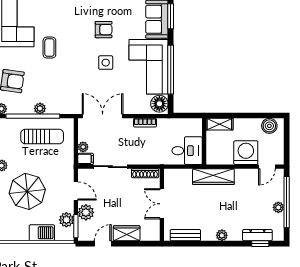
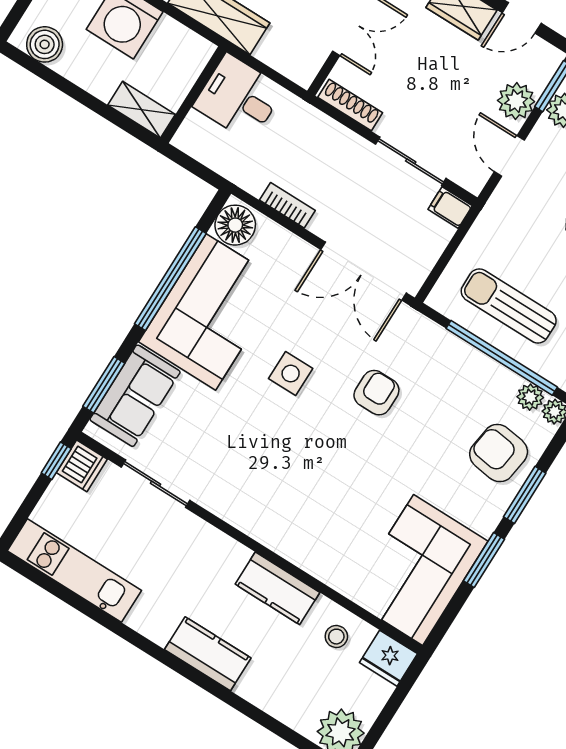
armchair: (104, 30) -> (376, 393), moved, turned 90
coffee table: (49, 48) -> (383, 473), removed
plant: (40, 108) -> (530, 397), moved
plant: (83, 147) -> (440, 234), removed

